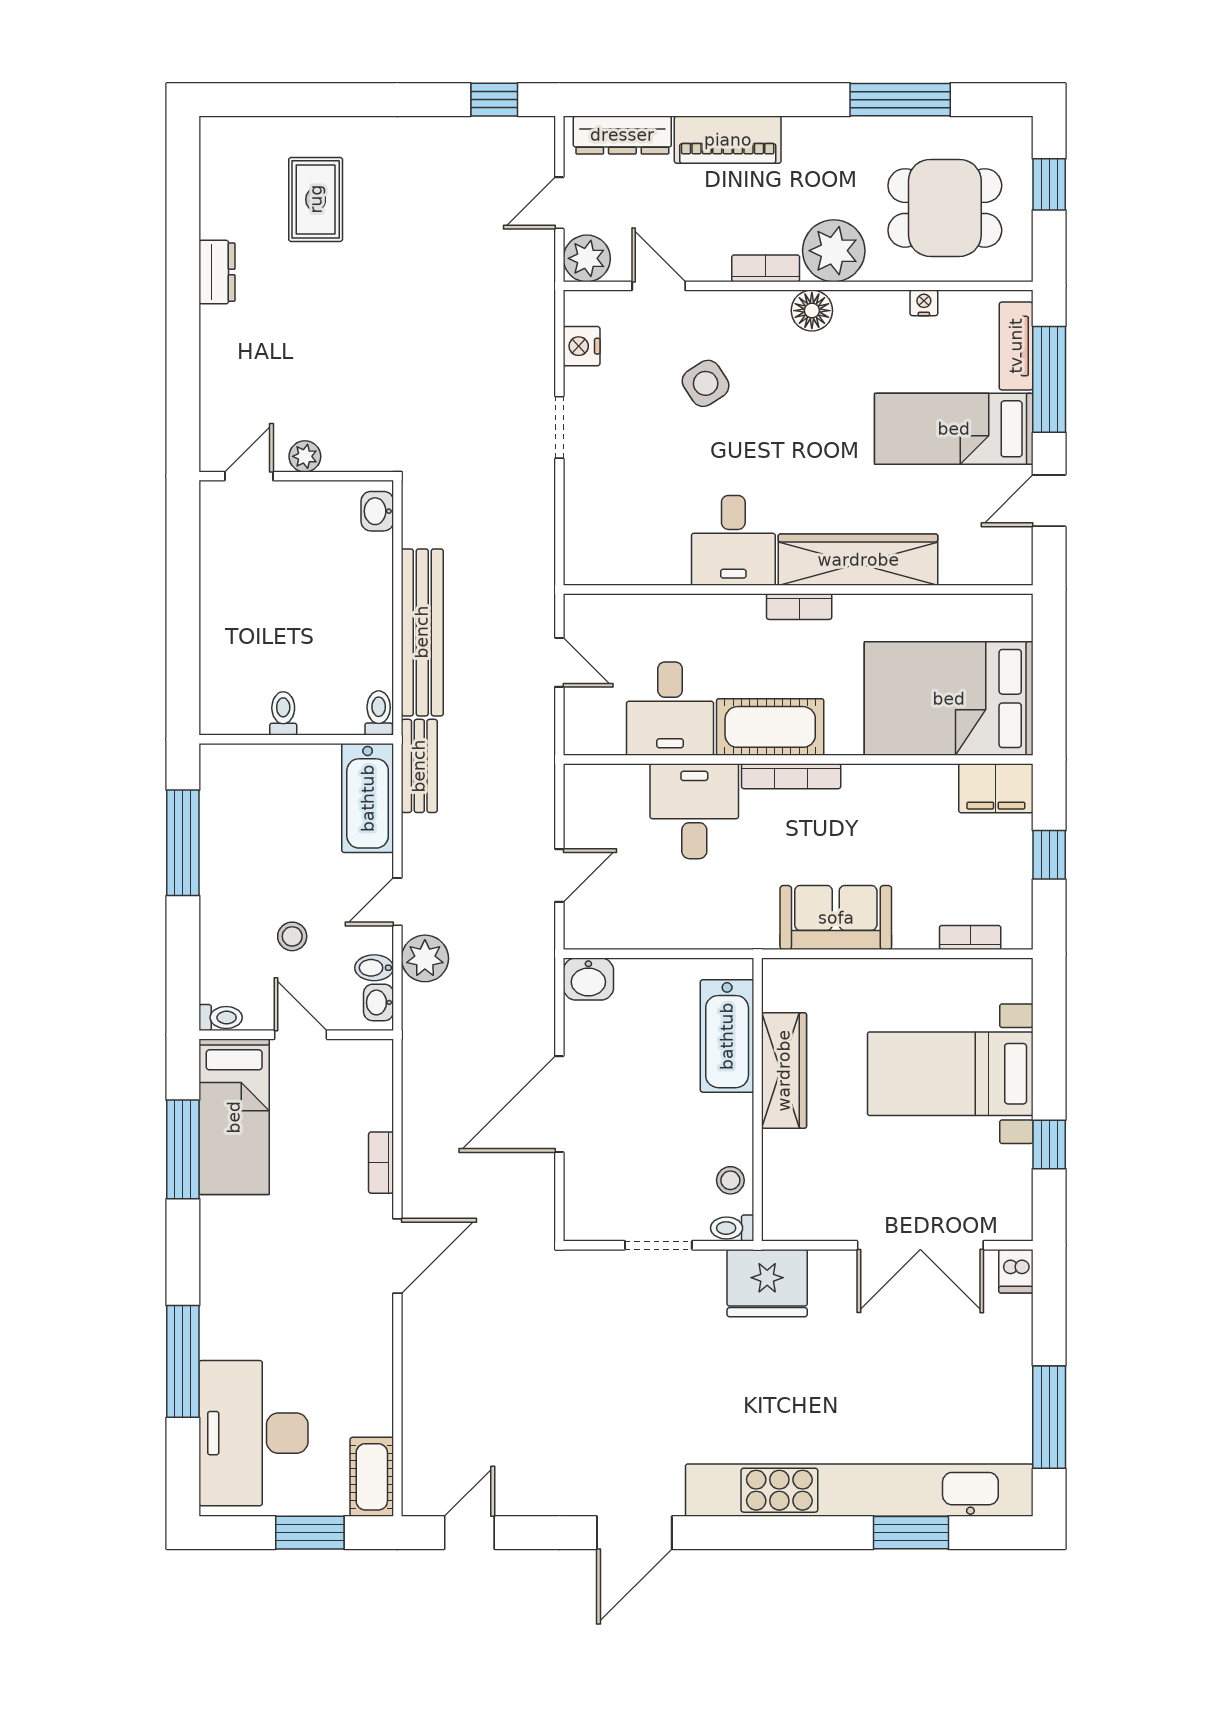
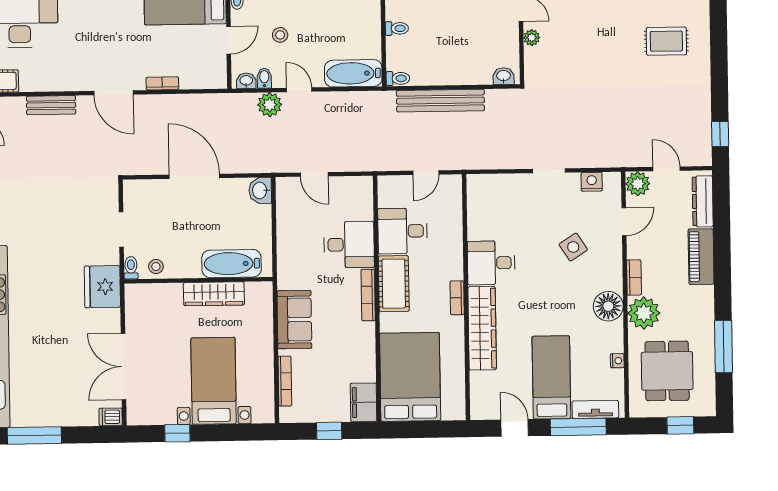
floor lamp: (812, 311) -> (608, 306), width x1.38, depth x1.38
bench: (419, 766) -> (51, 105), moved
bookcase: (970, 938) -> (285, 381), width x1.56

